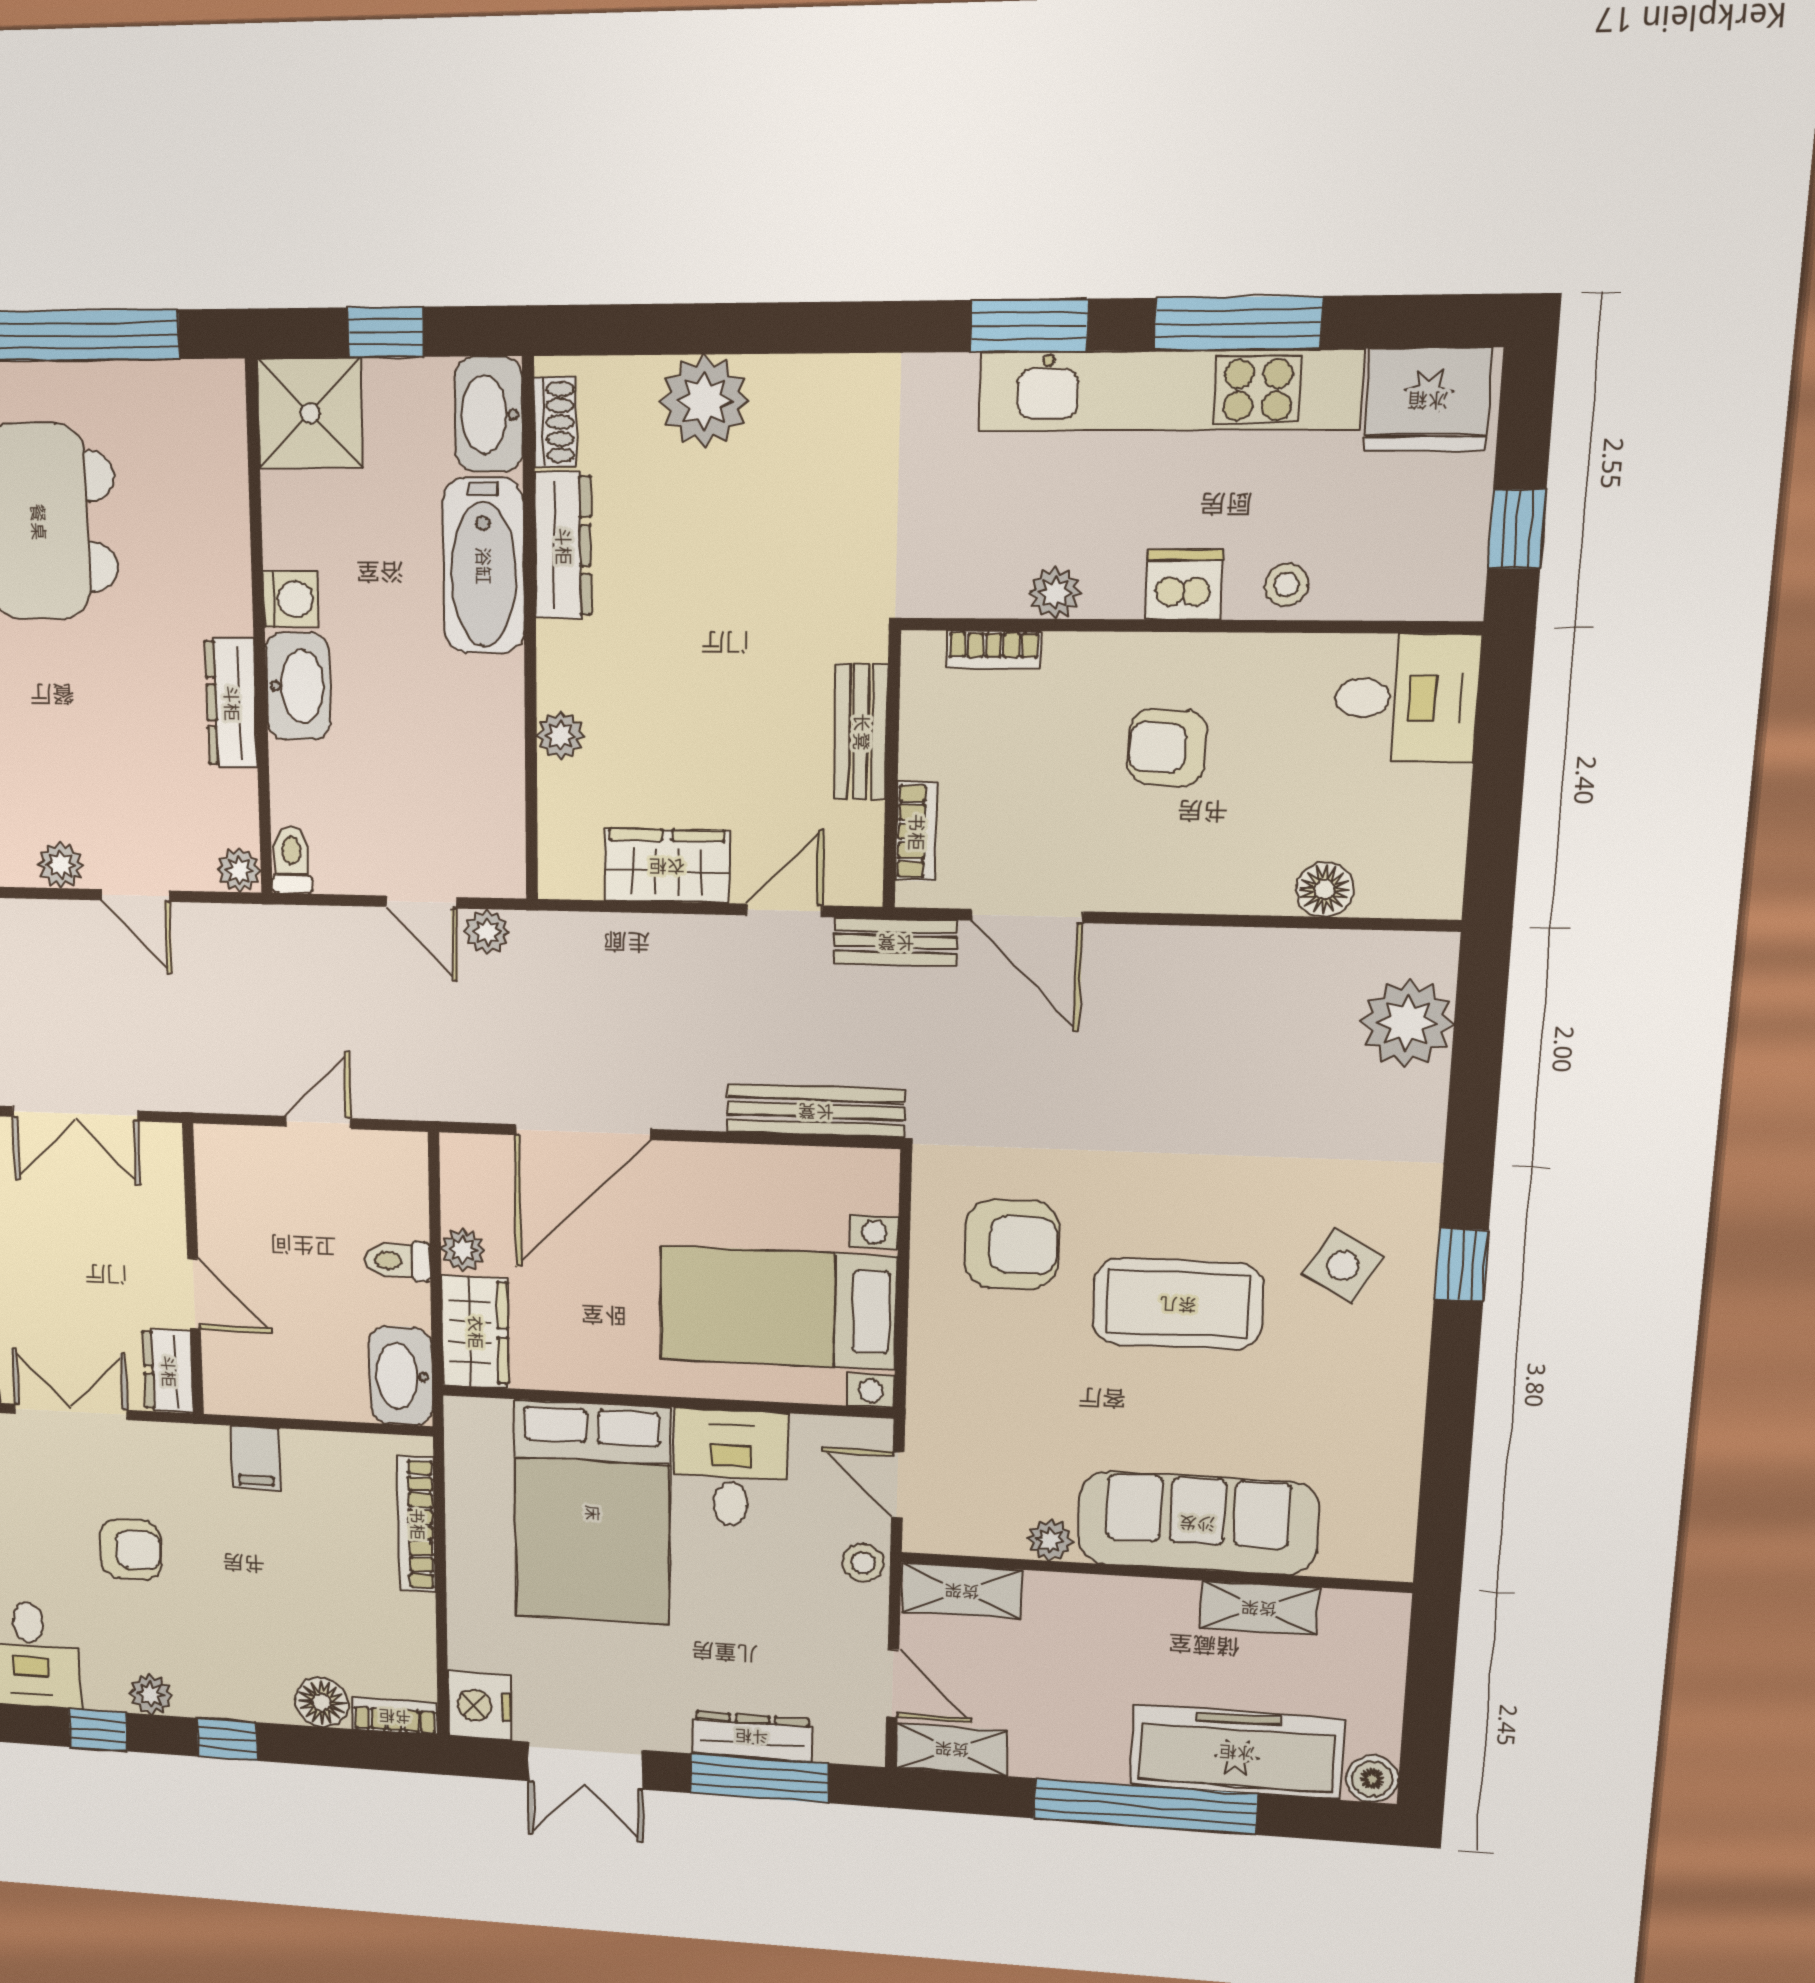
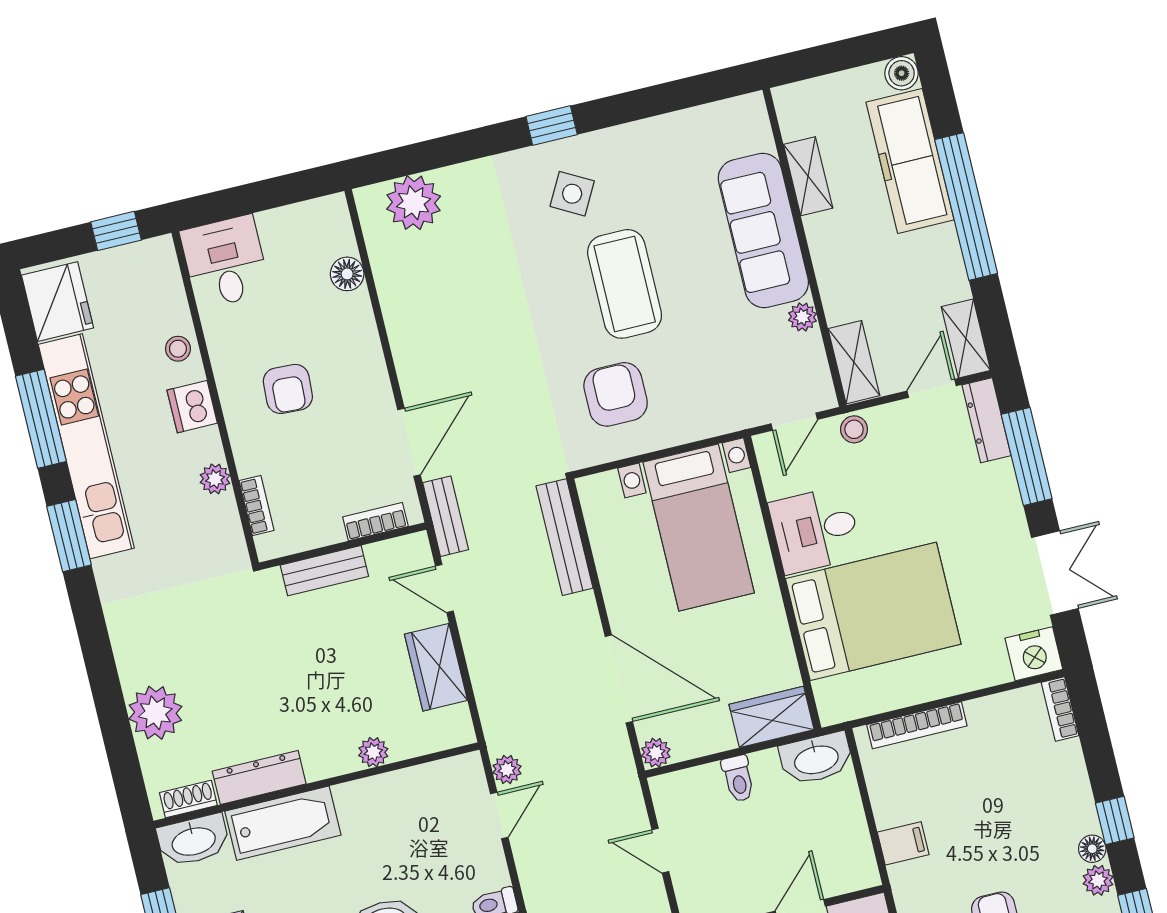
plant: (463, 1250) -> (656, 753), moved
floor lamp: (322, 1702) -> (1092, 849), moved, width x0.73, depth x0.73
dresser: (752, 1736) -> (986, 420), moved

